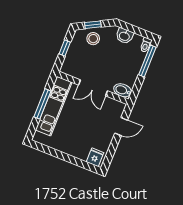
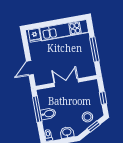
window: (147, 61) -> (37, 109), moved
bidet: (123, 90) -> (48, 114), moved
kitchen unit: (54, 106) -> (64, 30), moved, turned -90

